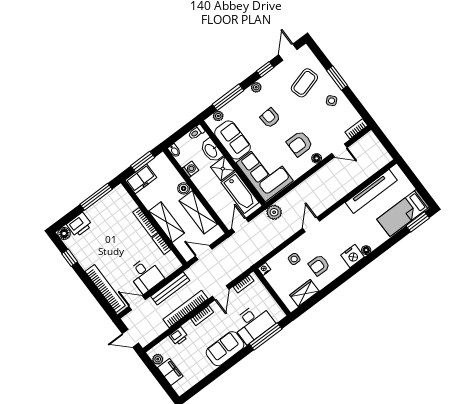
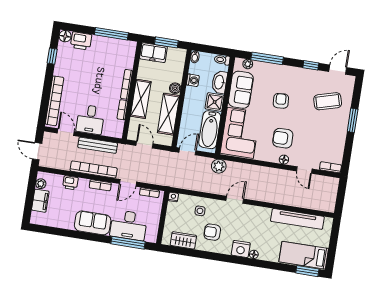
plant: (256, 87) -> (293, 71), removed
side table: (332, 101) -> (333, 132), removed

